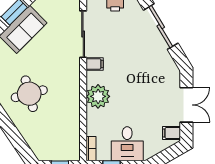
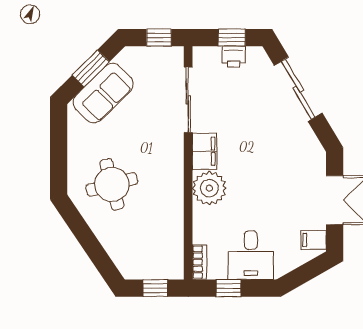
filing cabinet: (95, 64) -> (205, 151), width x2.00

